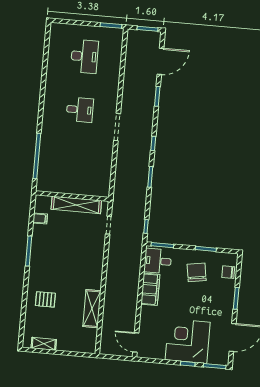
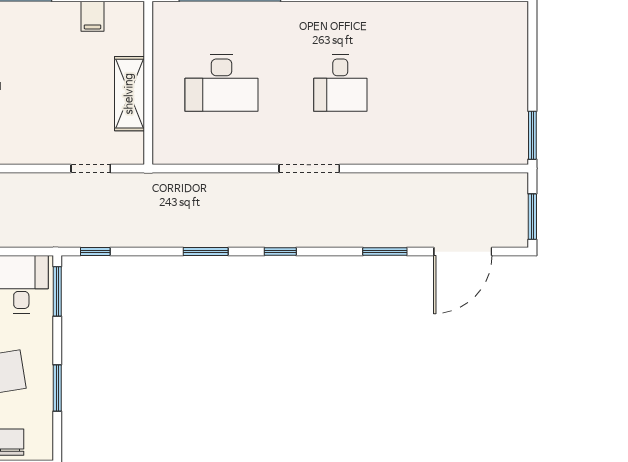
desk: (84, 56) -> (221, 83), moved
door: (160, 61) -> (463, 252), hinge flipped
shelving: (76, 205) -> (129, 94), width x0.68

